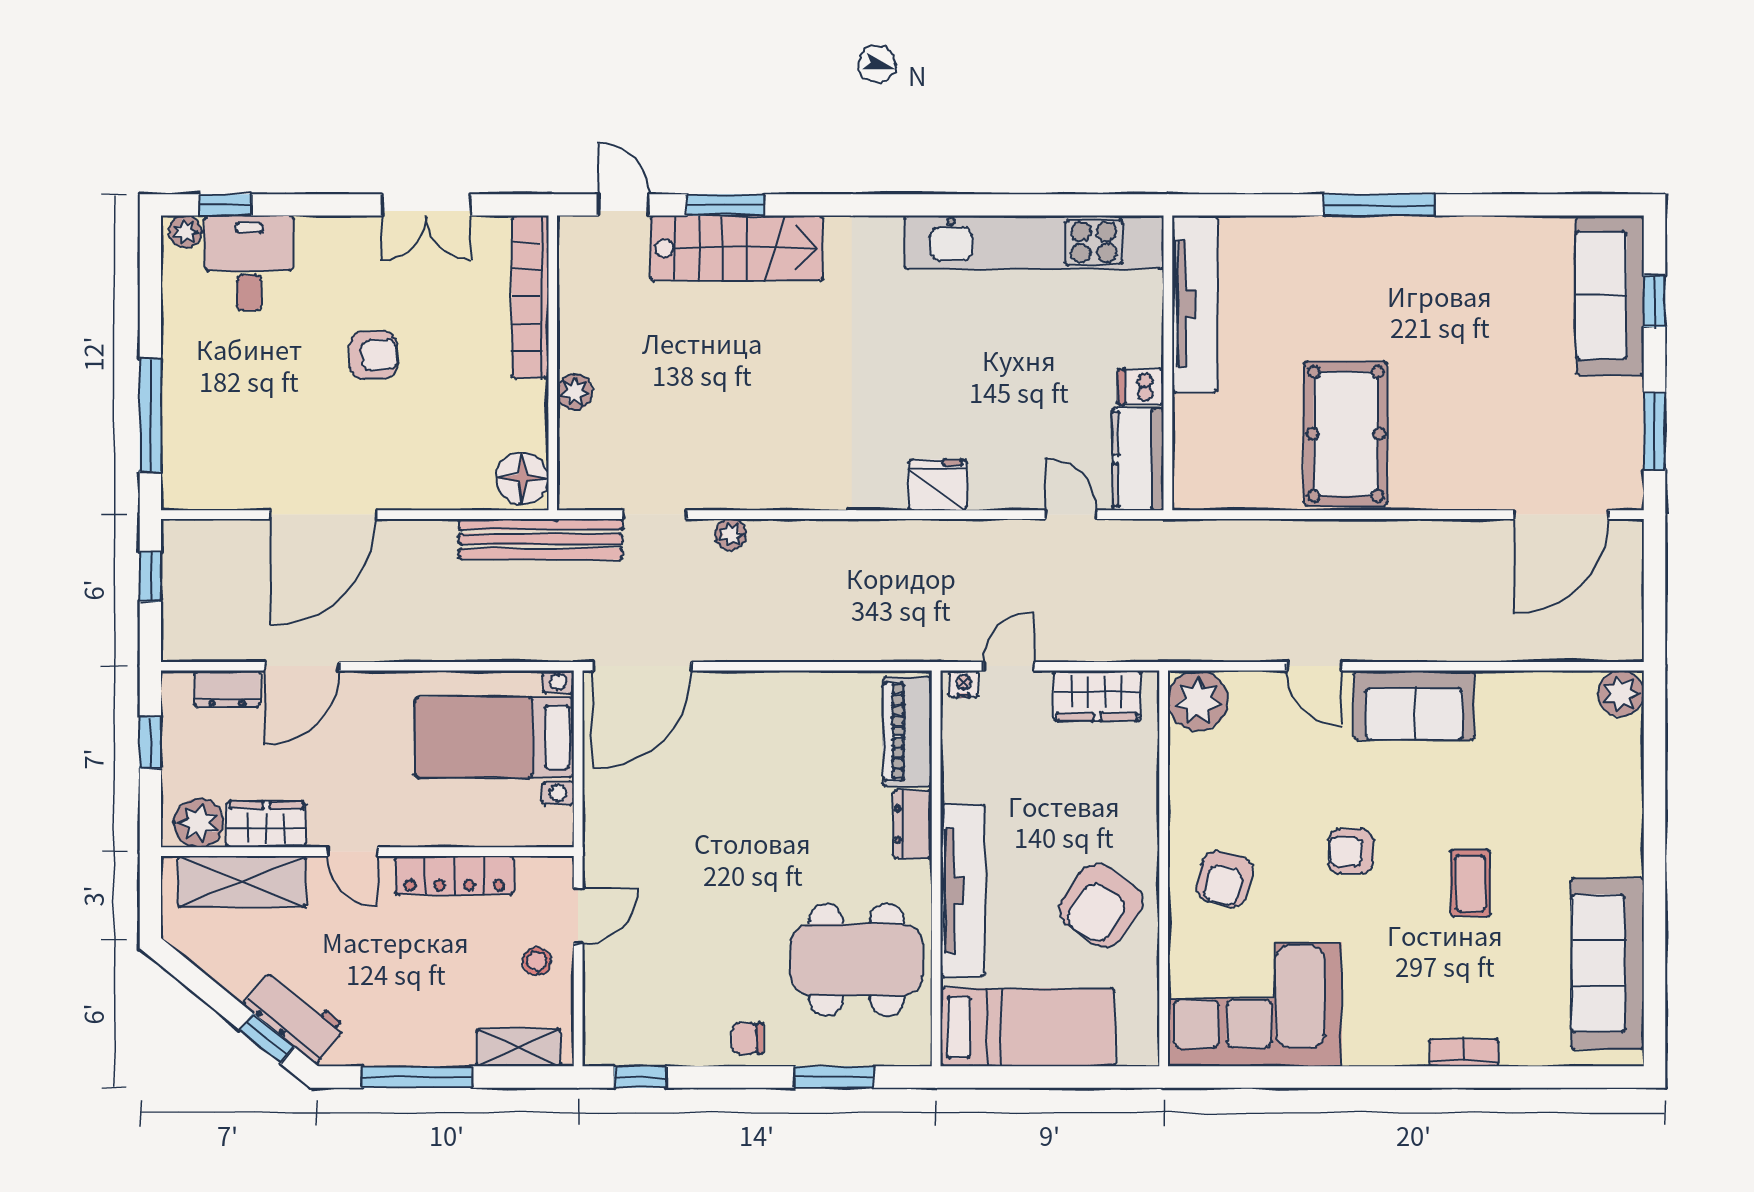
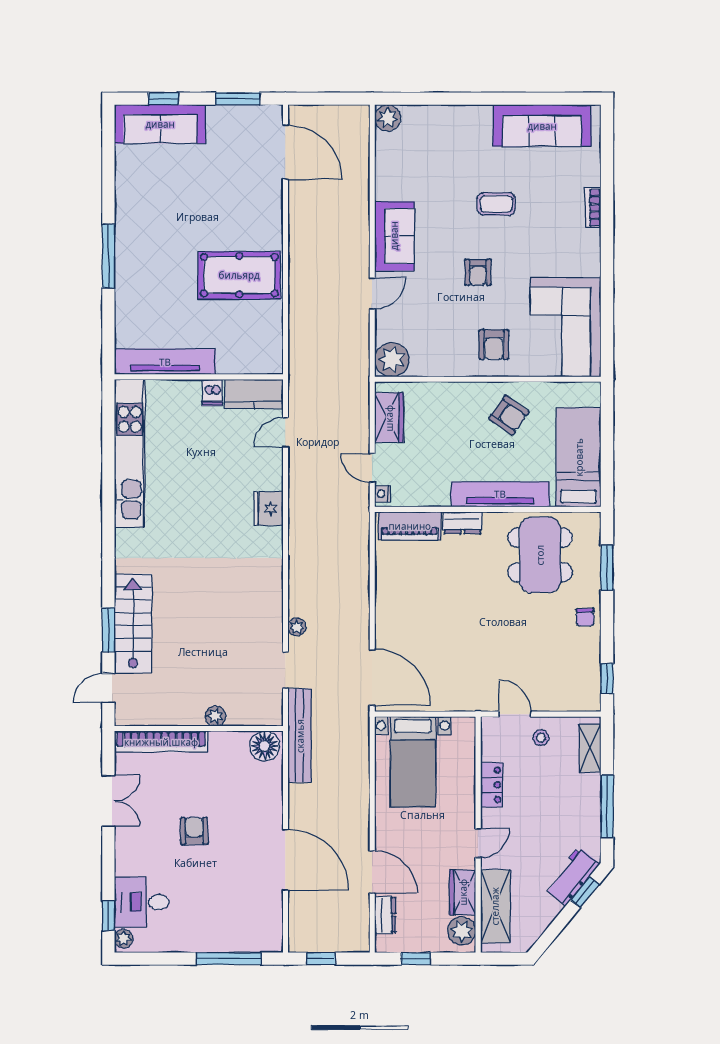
locker: (454, 875) -> (492, 785), width x0.66
armchair: (1225, 879) -> (494, 344), turned 78
armchair: (1101, 905) -> (509, 415), width x0.72, depth x0.72

